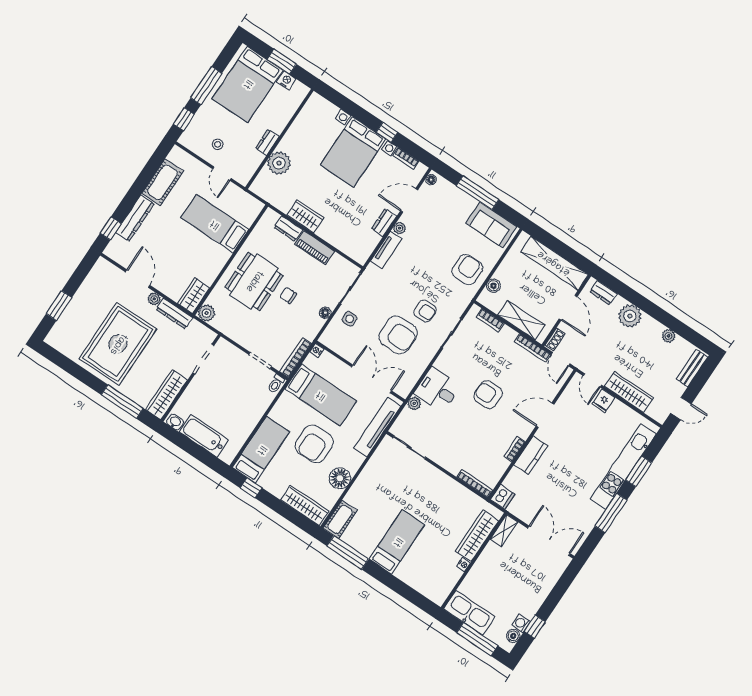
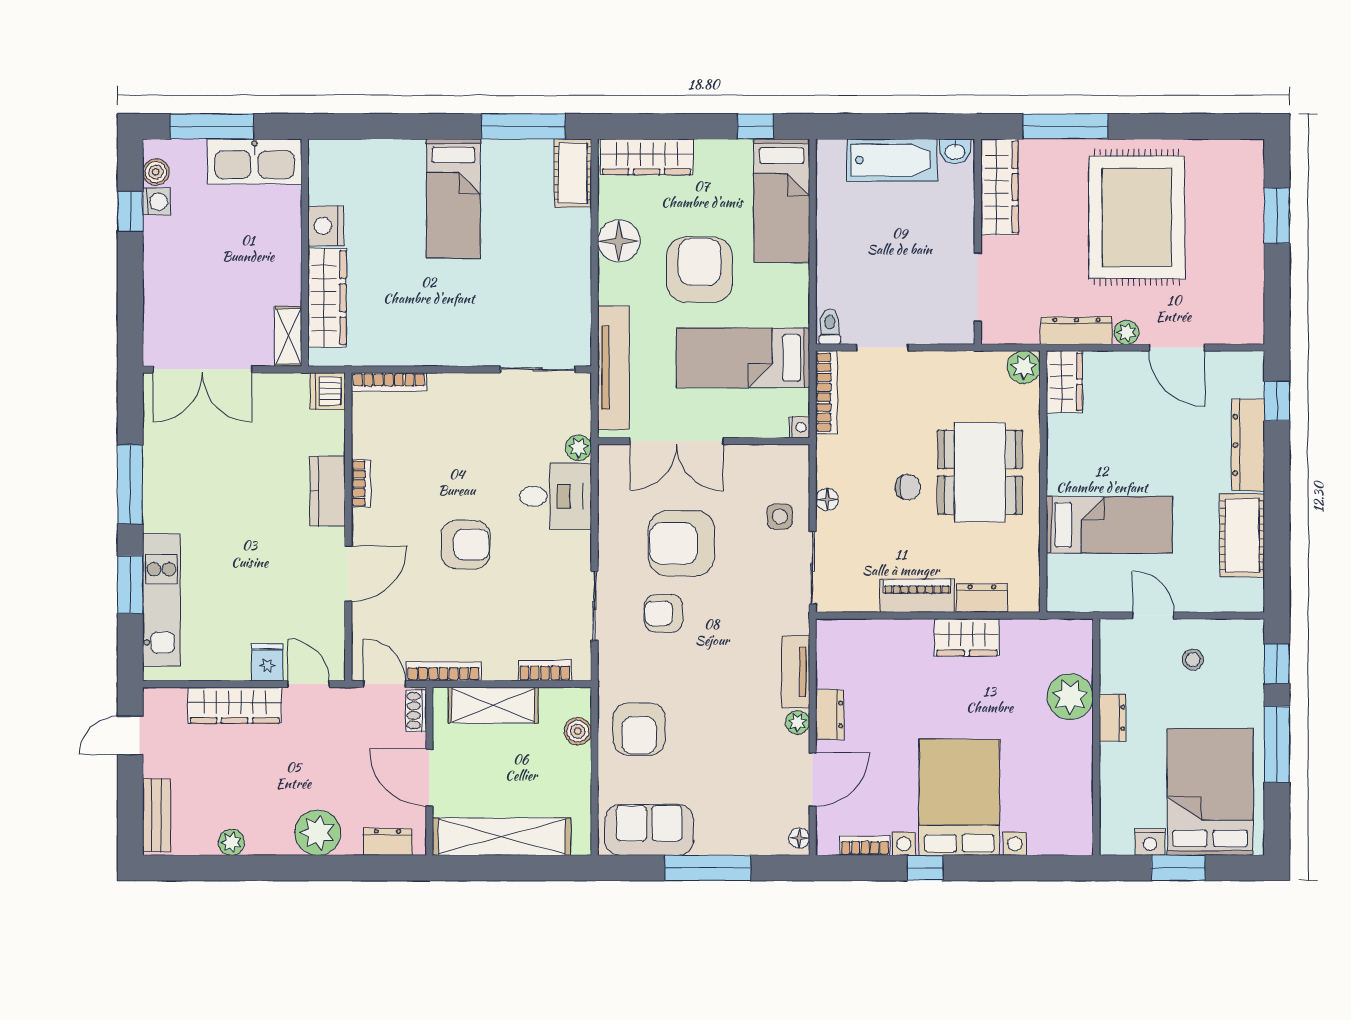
kitchen unit: (623, 466) -> (161, 600), width x0.73
nightstand: (463, 564) -> (326, 226), width x1.89, depth x1.79

